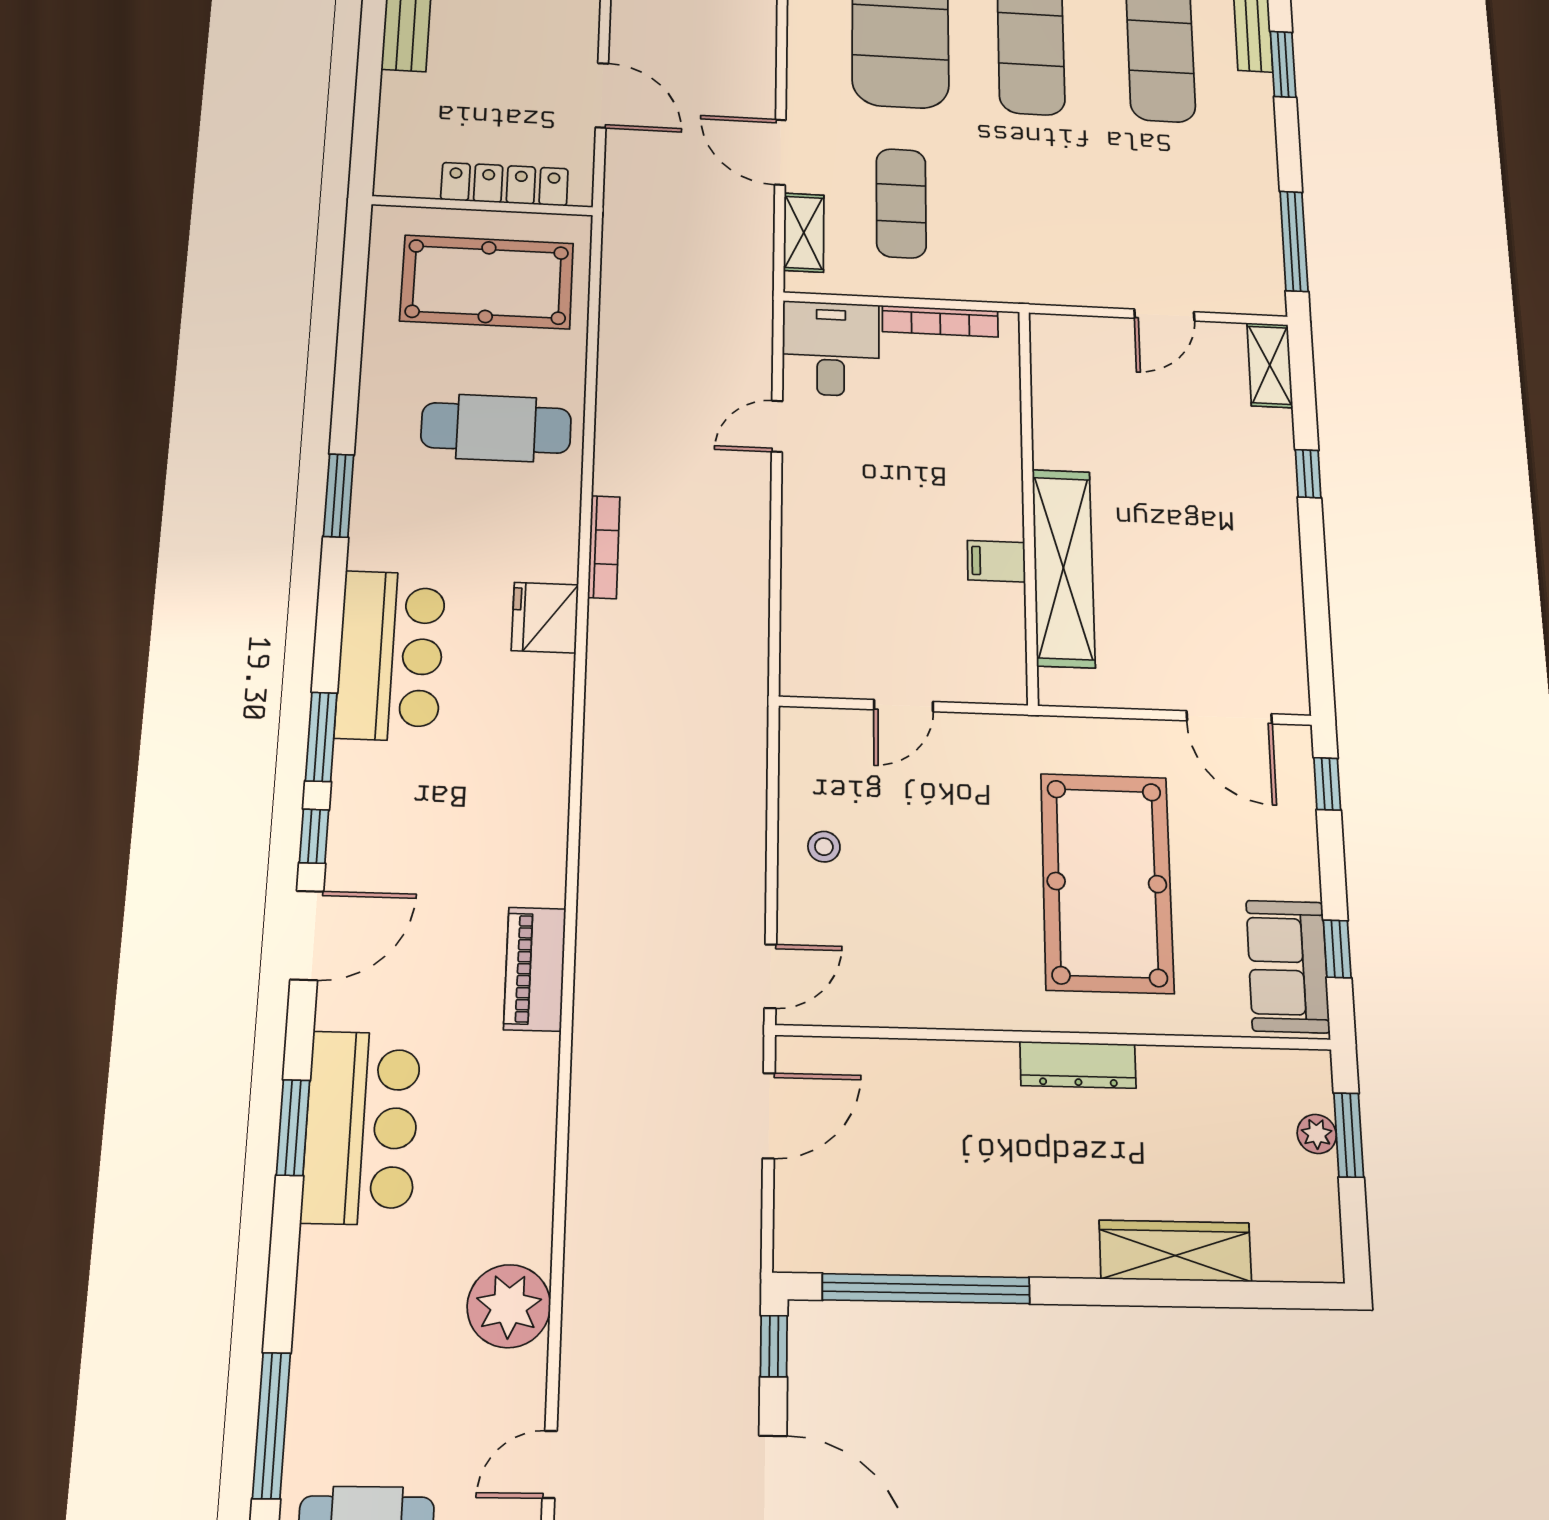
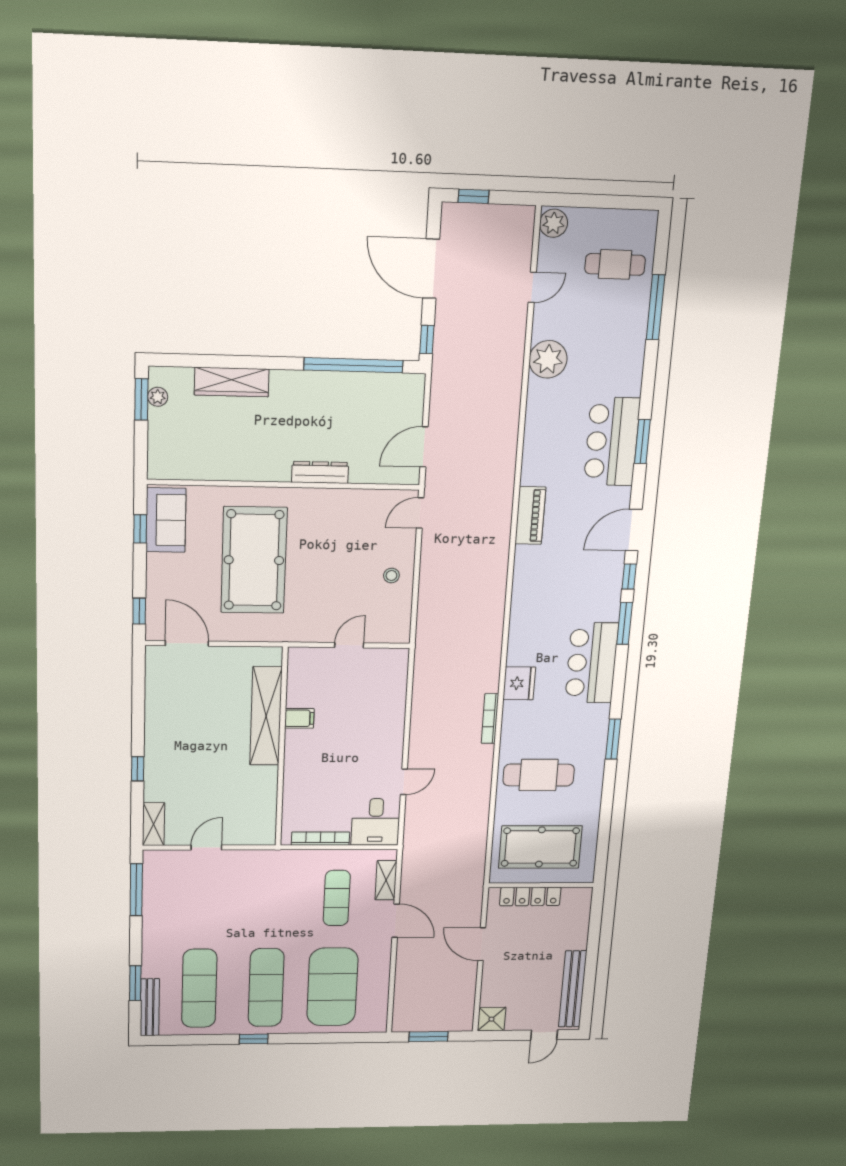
dresser: (1078, 1065) -> (320, 472), moved
plant: (1317, 1134) -> (158, 397), moved
window: (1349, 1135) -> (141, 399), moved

